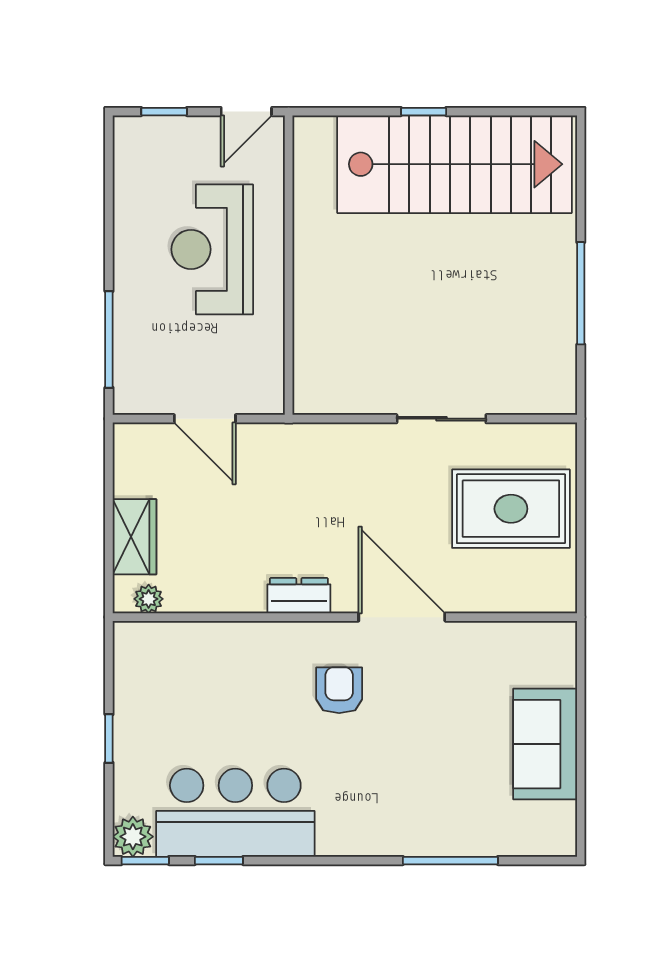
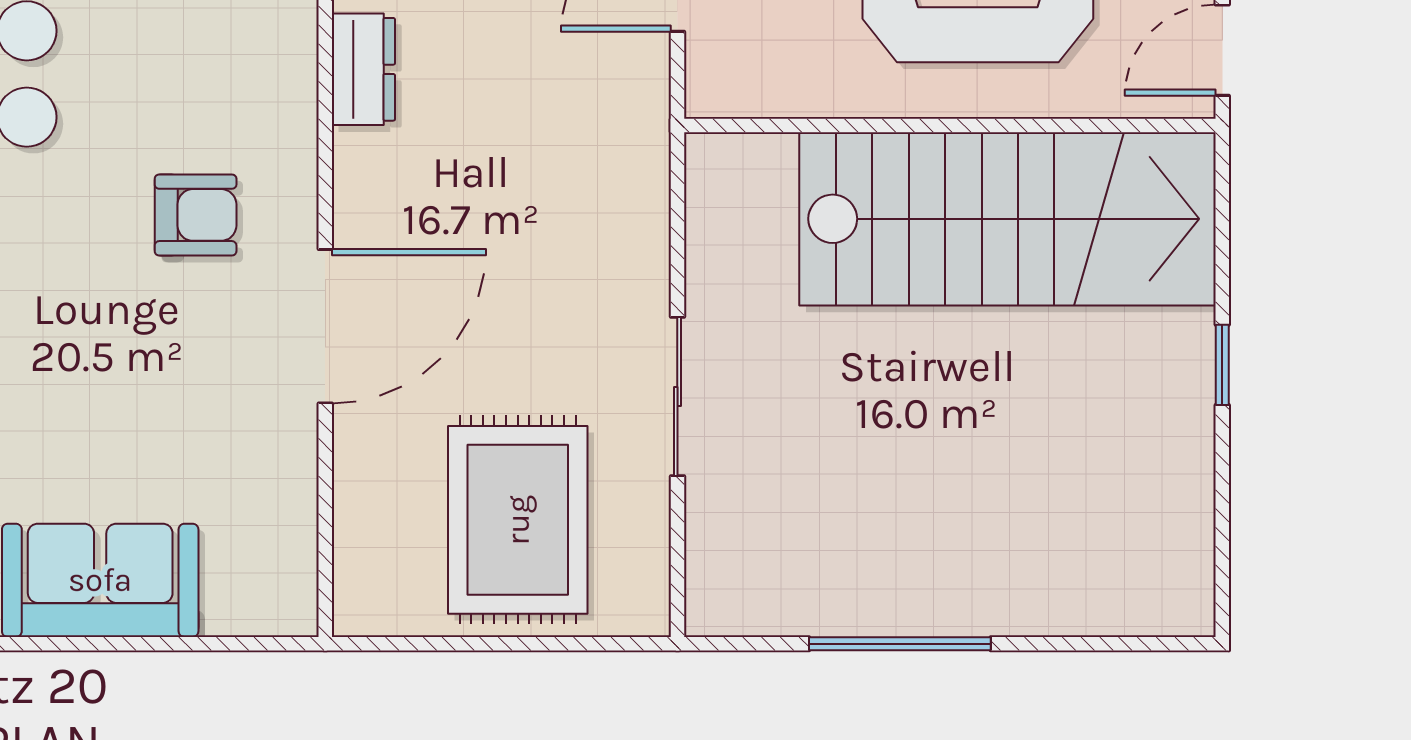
door: (246, 112) -> (1222, 50), hinge flipped
stairs: (455, 164) -> (1008, 219), moved, turned -90
dresser: (299, 596) -> (363, 69), moved

